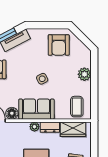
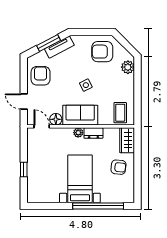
armchair: (59, 45) -> (102, 52), turned 90
plant: (84, 74) -> (128, 67), moved
wardrobe: (73, 129) -> (127, 140), moved, turned 90

